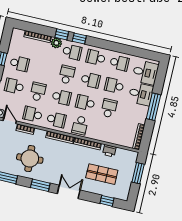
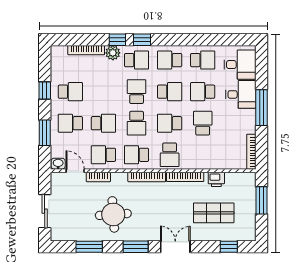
school desk: (38, 92) -> (103, 123), turned 90
school desk: (62, 97) -> (137, 123), turned 90
school desk: (56, 120) -> (137, 155), turned 180

